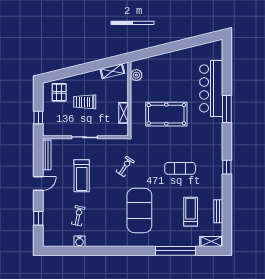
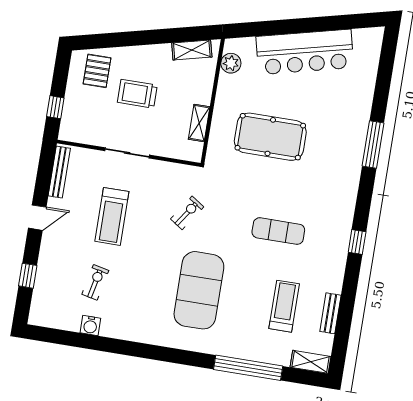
bar counter: (211, 88) -> (305, 52), moved, turned -104

